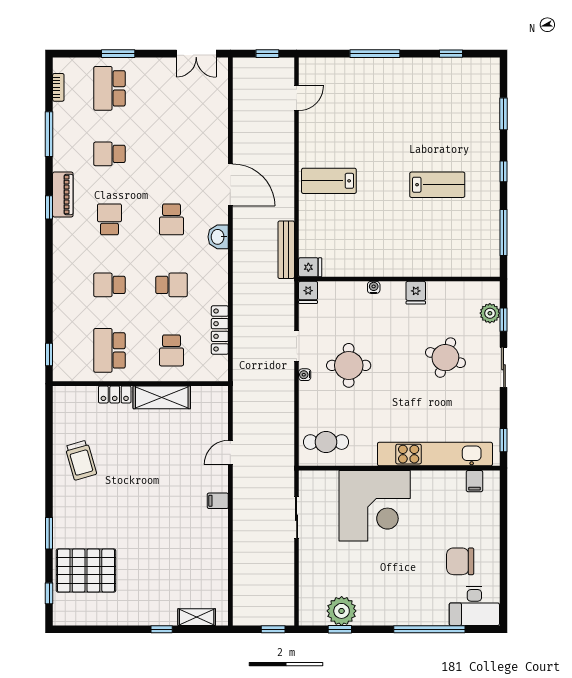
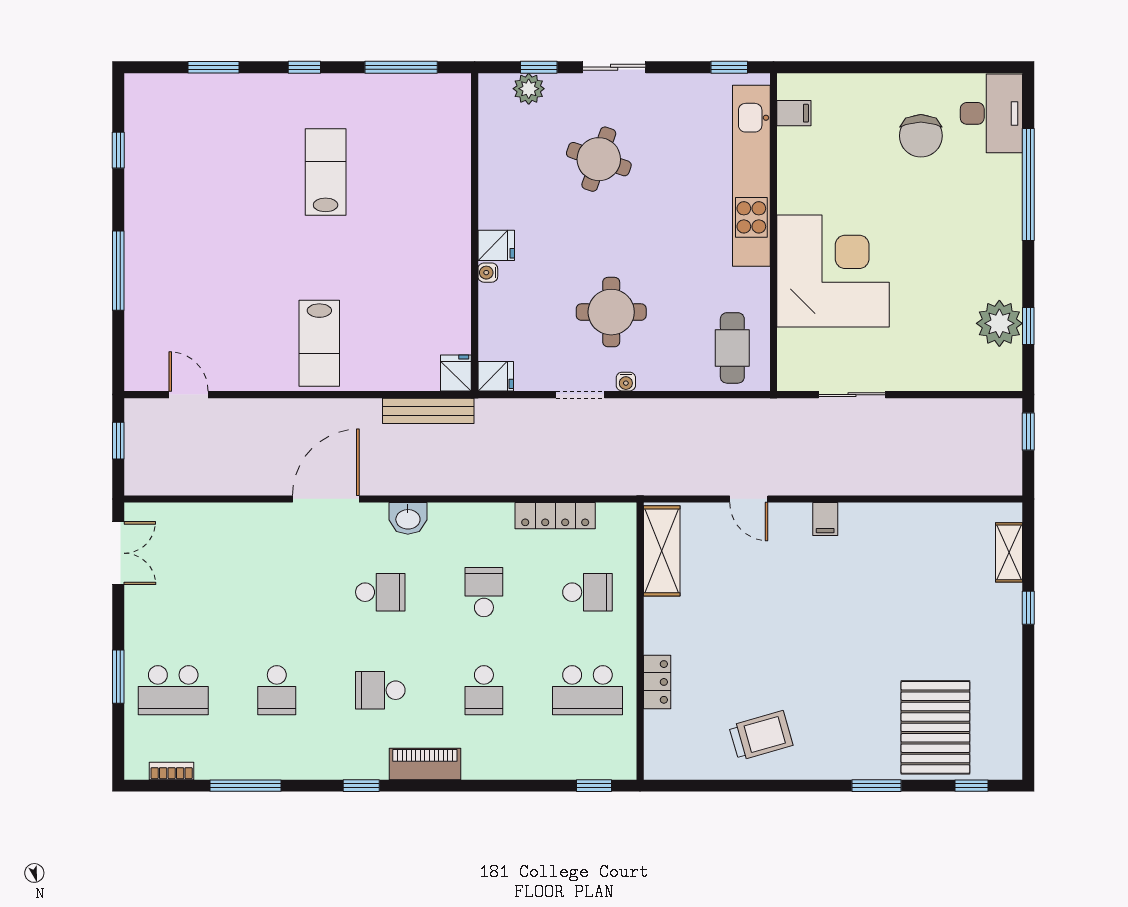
piano: (63, 195) -> (425, 764), moved
fridge: (416, 293) -> (496, 245), moved
shelving: (162, 397) -> (662, 551), moved

